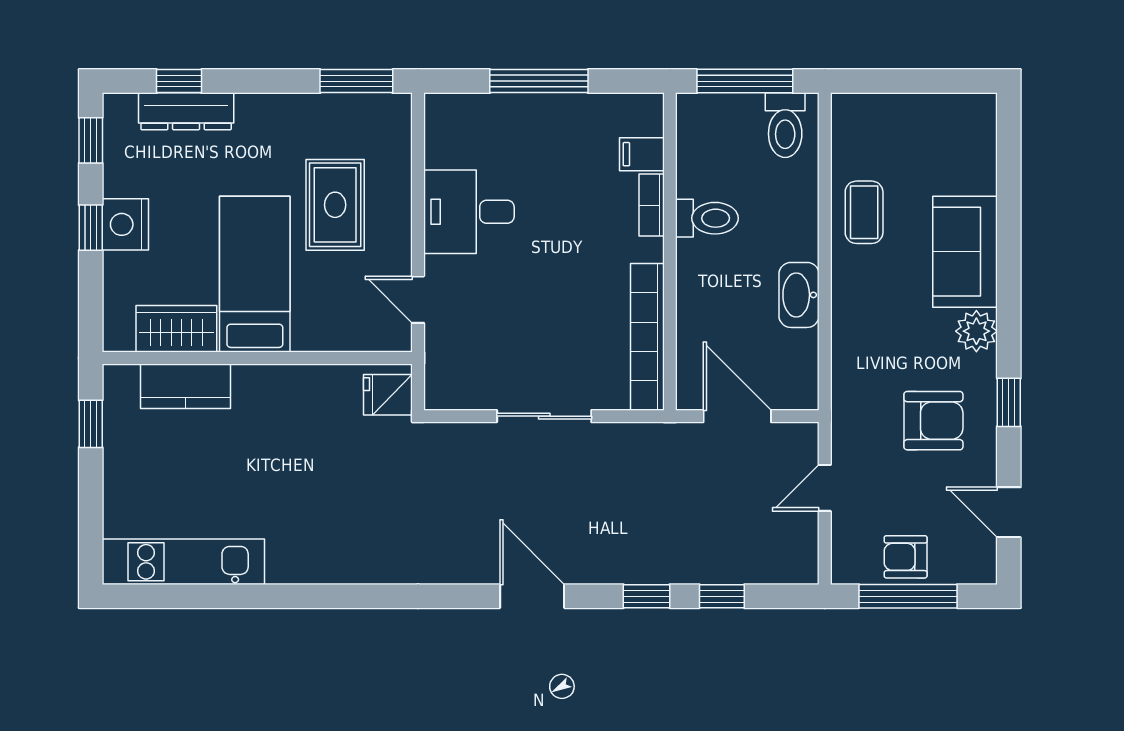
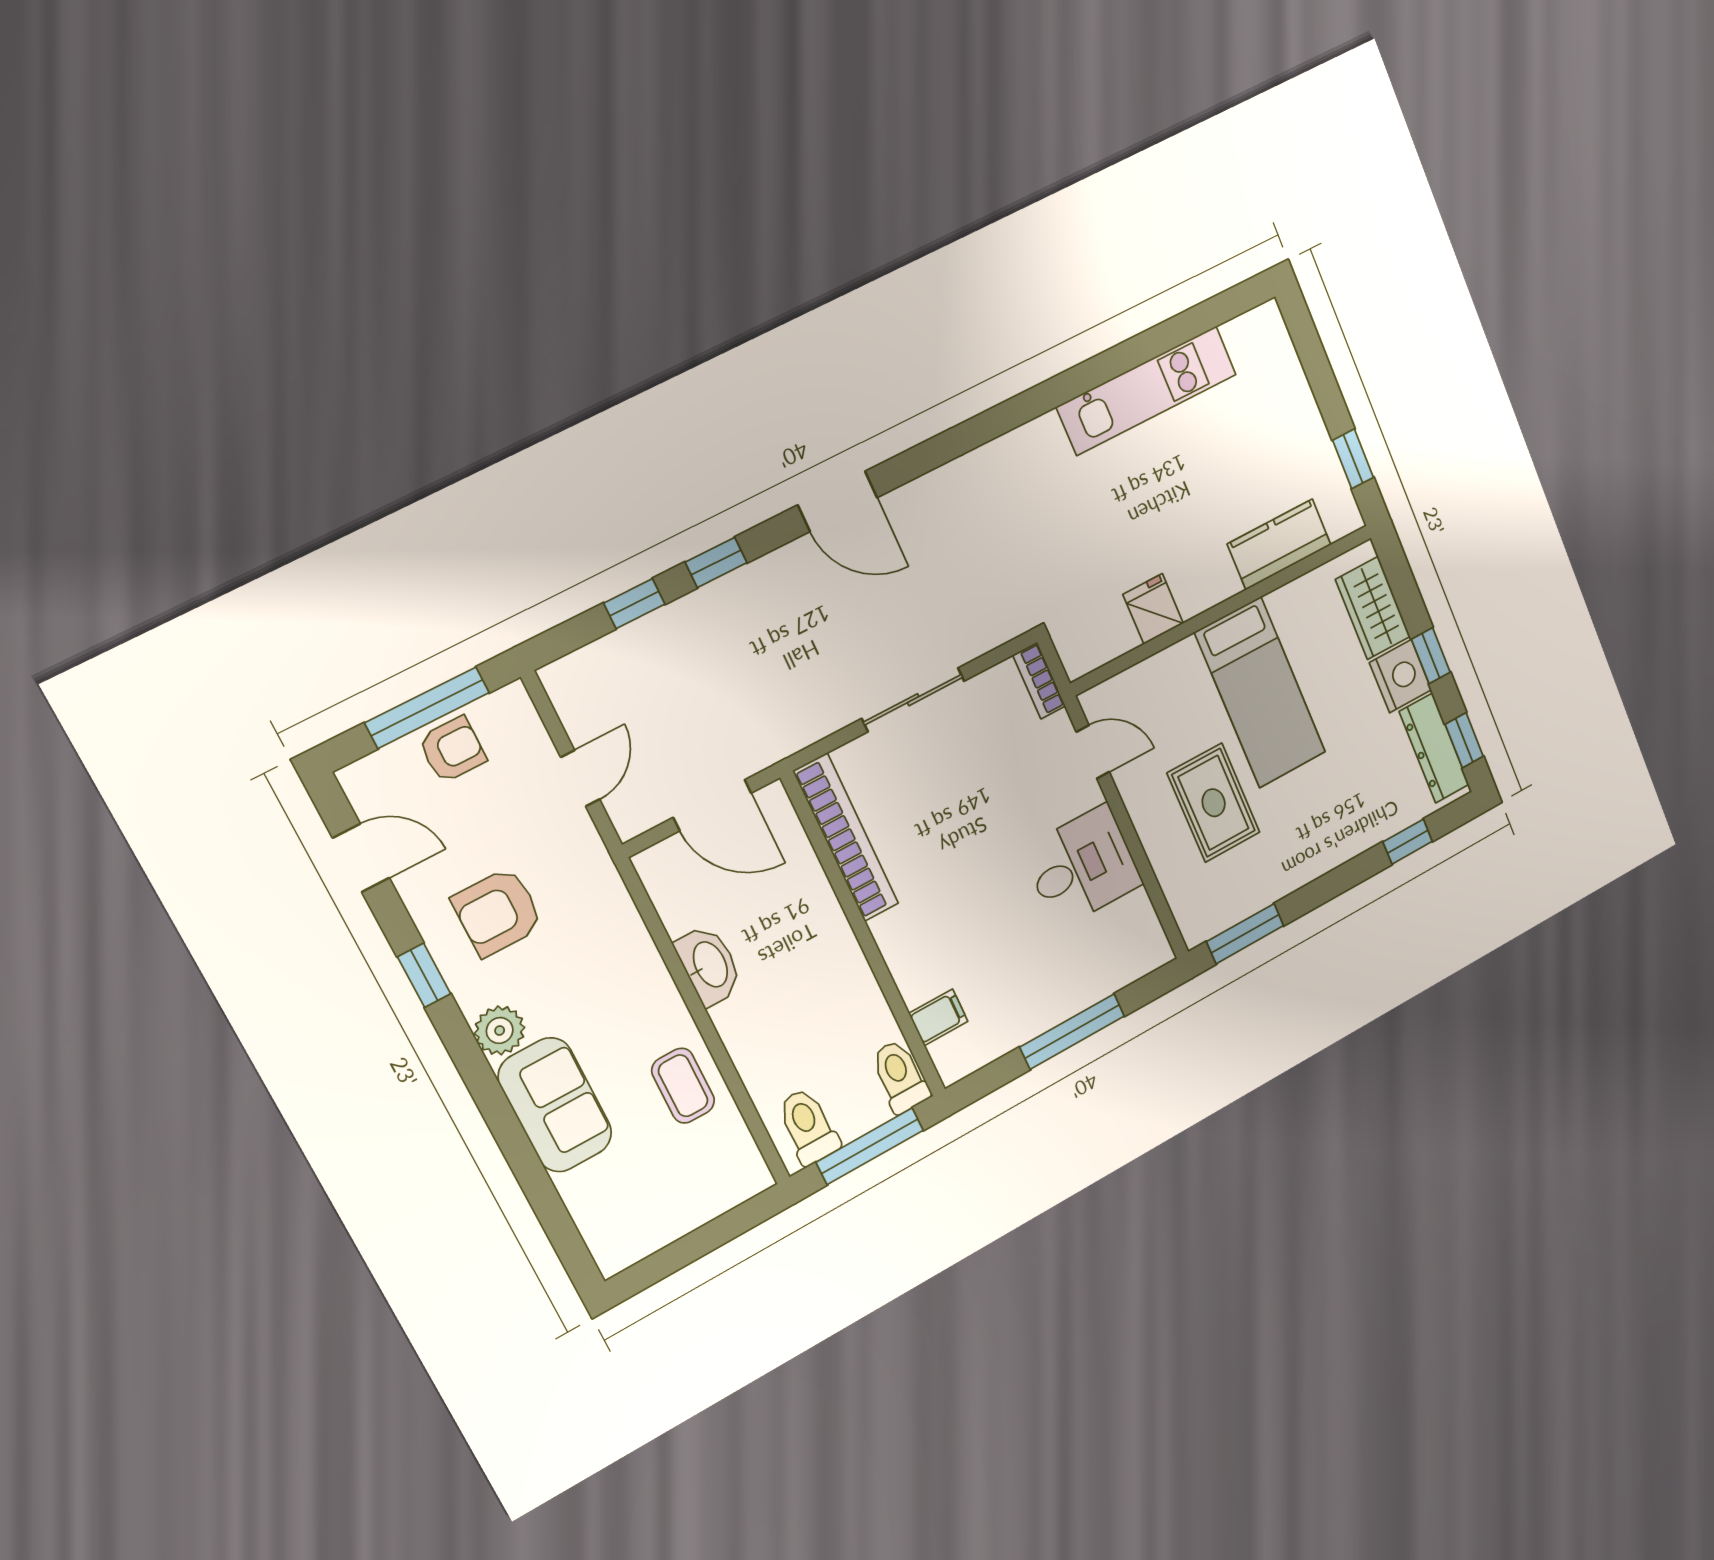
dresser: (186, 111) -> (1434, 748), moved, turned -90
bookcase: (652, 205) -> (1039, 681), moved, turned 180
toilet: (707, 218) -> (900, 1076), moved, turned 90
wardrobe: (176, 329) -> (1373, 608), moved, turned 90
fridge: (388, 395) -> (1153, 609), moved, turned -90
kitchen unit: (183, 562) -> (1147, 391), moved

